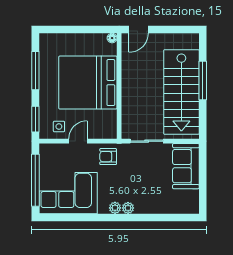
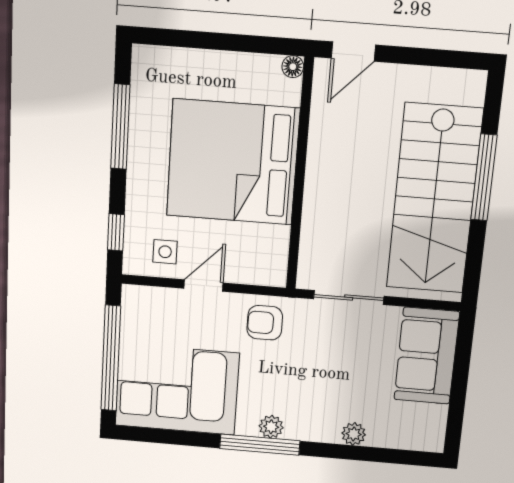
window: (35, 119) -> (116, 232), width x0.67
plant: (128, 208) -> (354, 434), moved
window: (110, 217) -> (260, 445), added

